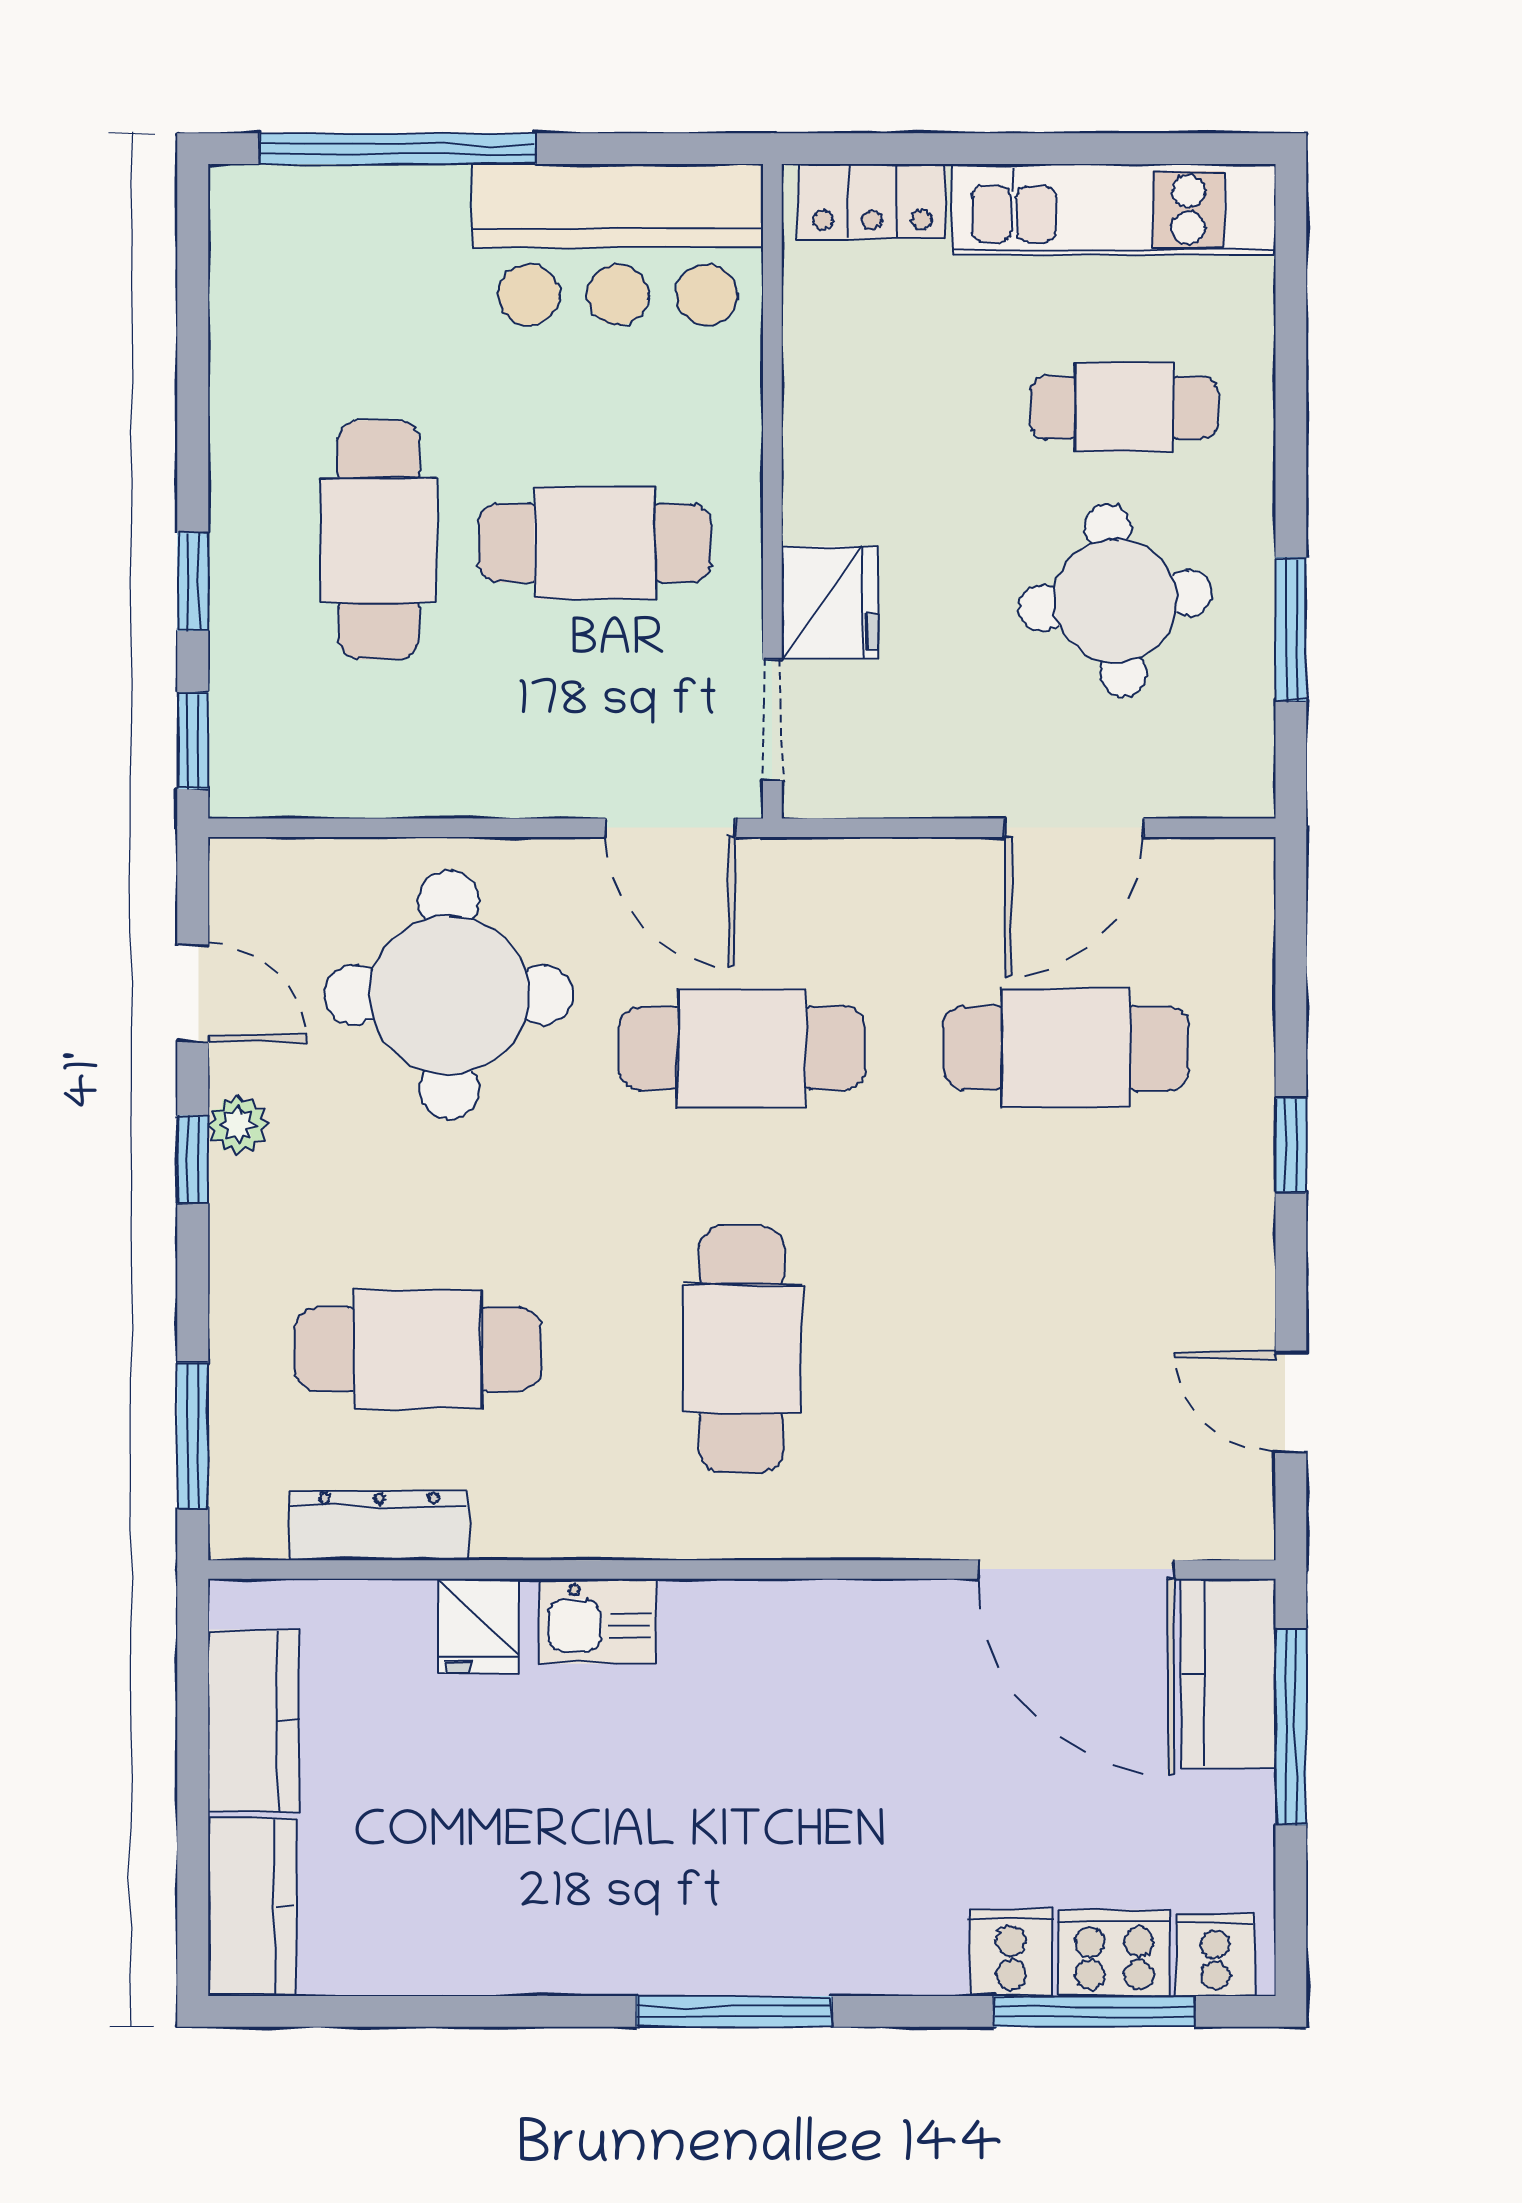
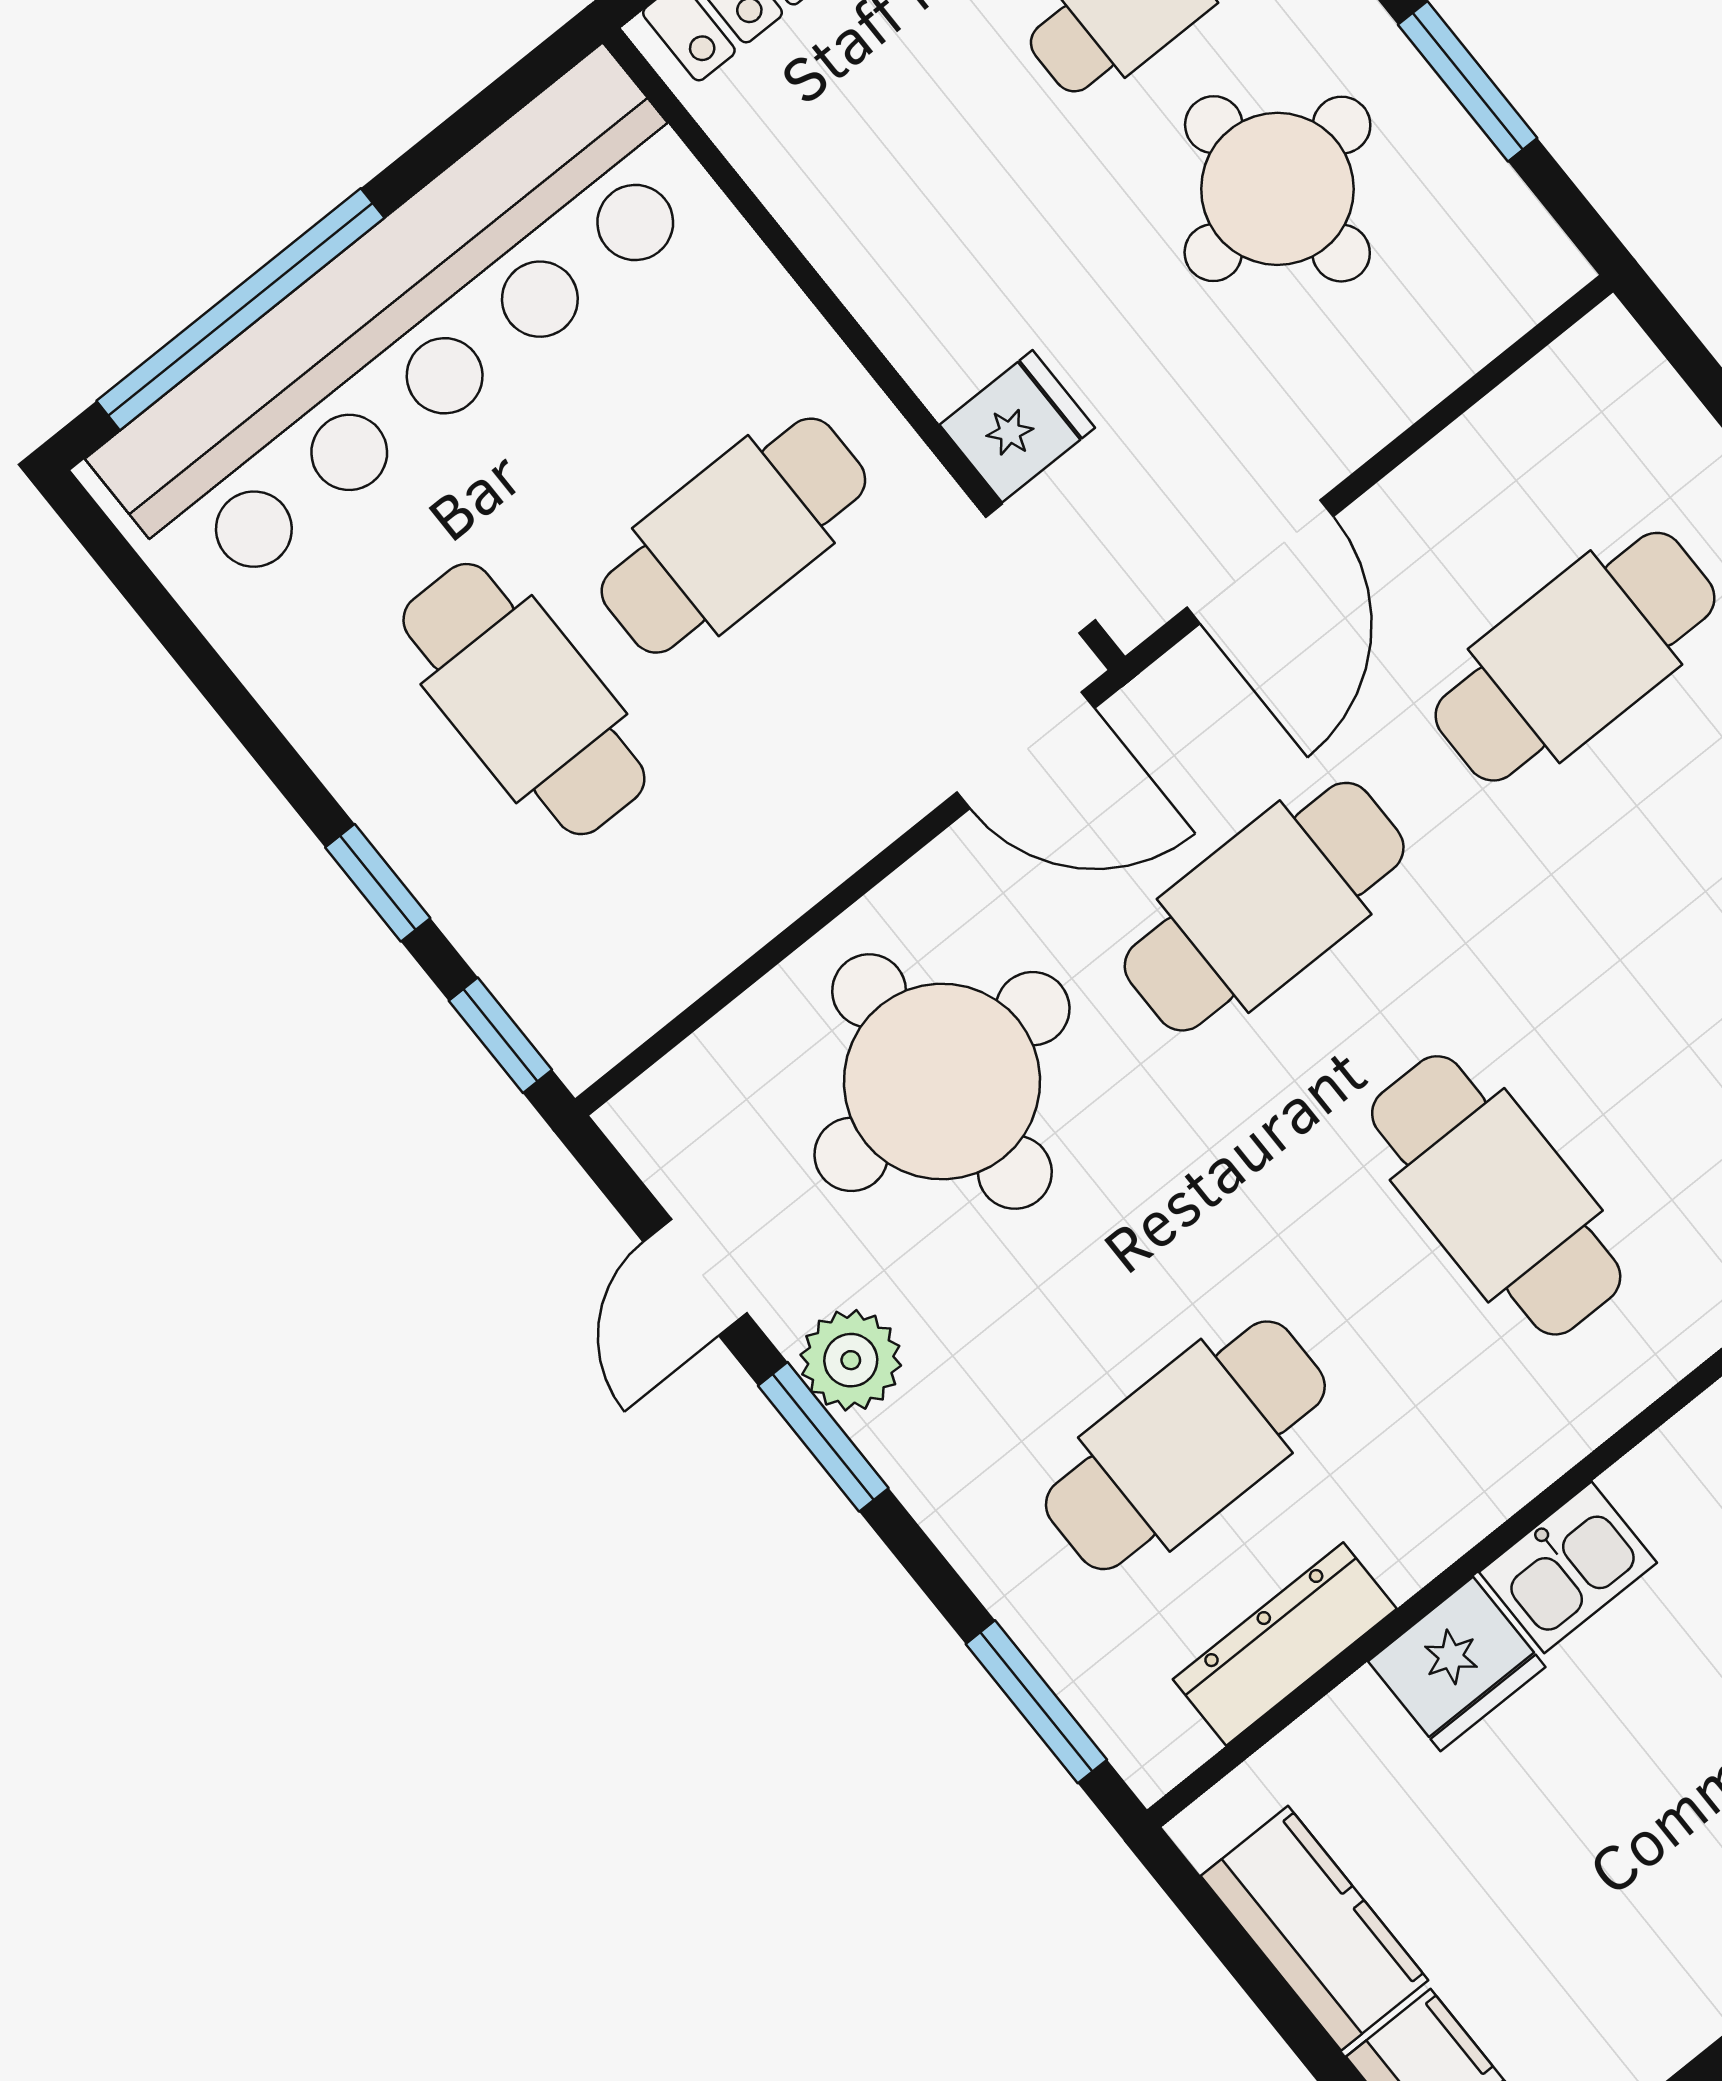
bar counter: (618, 245) -> (406, 328), width x1.86
fridge: (830, 603) -> (1017, 426), width x0.72
door: (1074, 828) -> (1260, 562), moved
door: (193, 993) -> (695, 1277), swing flipped
plant: (238, 1125) -> (851, 1360), width x1.38, depth x1.38
window: (193, 1159) -> (823, 1437), width x1.50
fridge: (478, 1626) -> (1457, 1664), width x1.38

